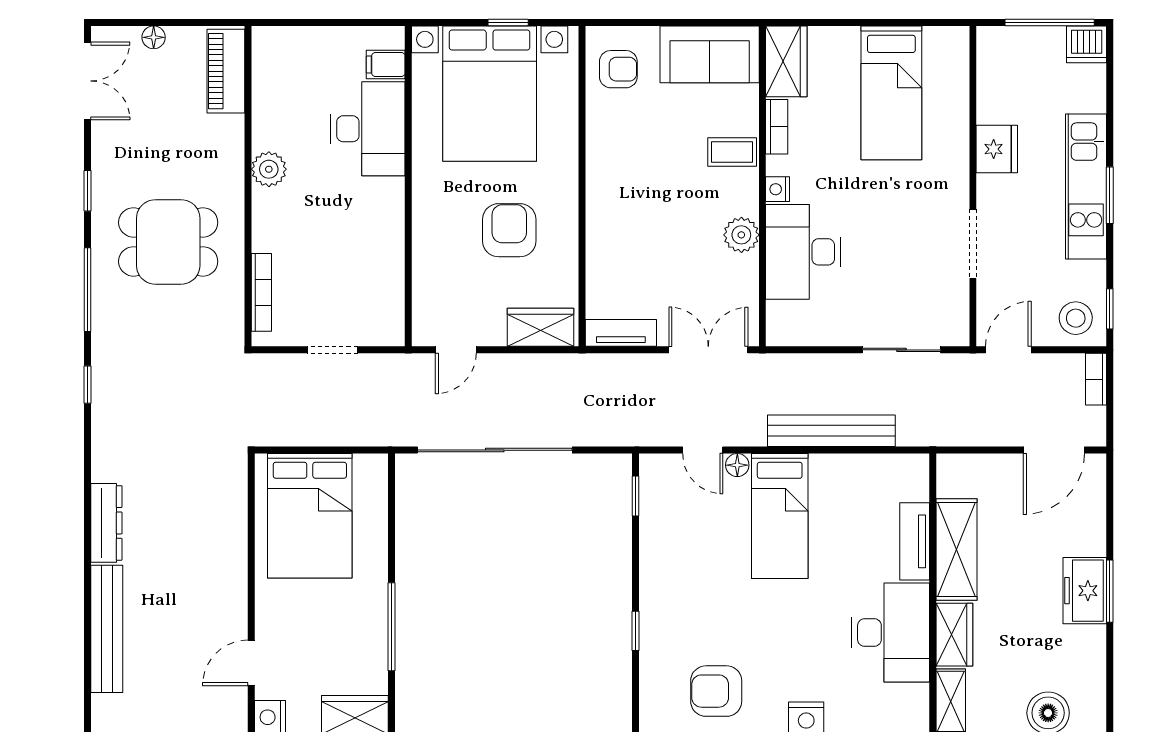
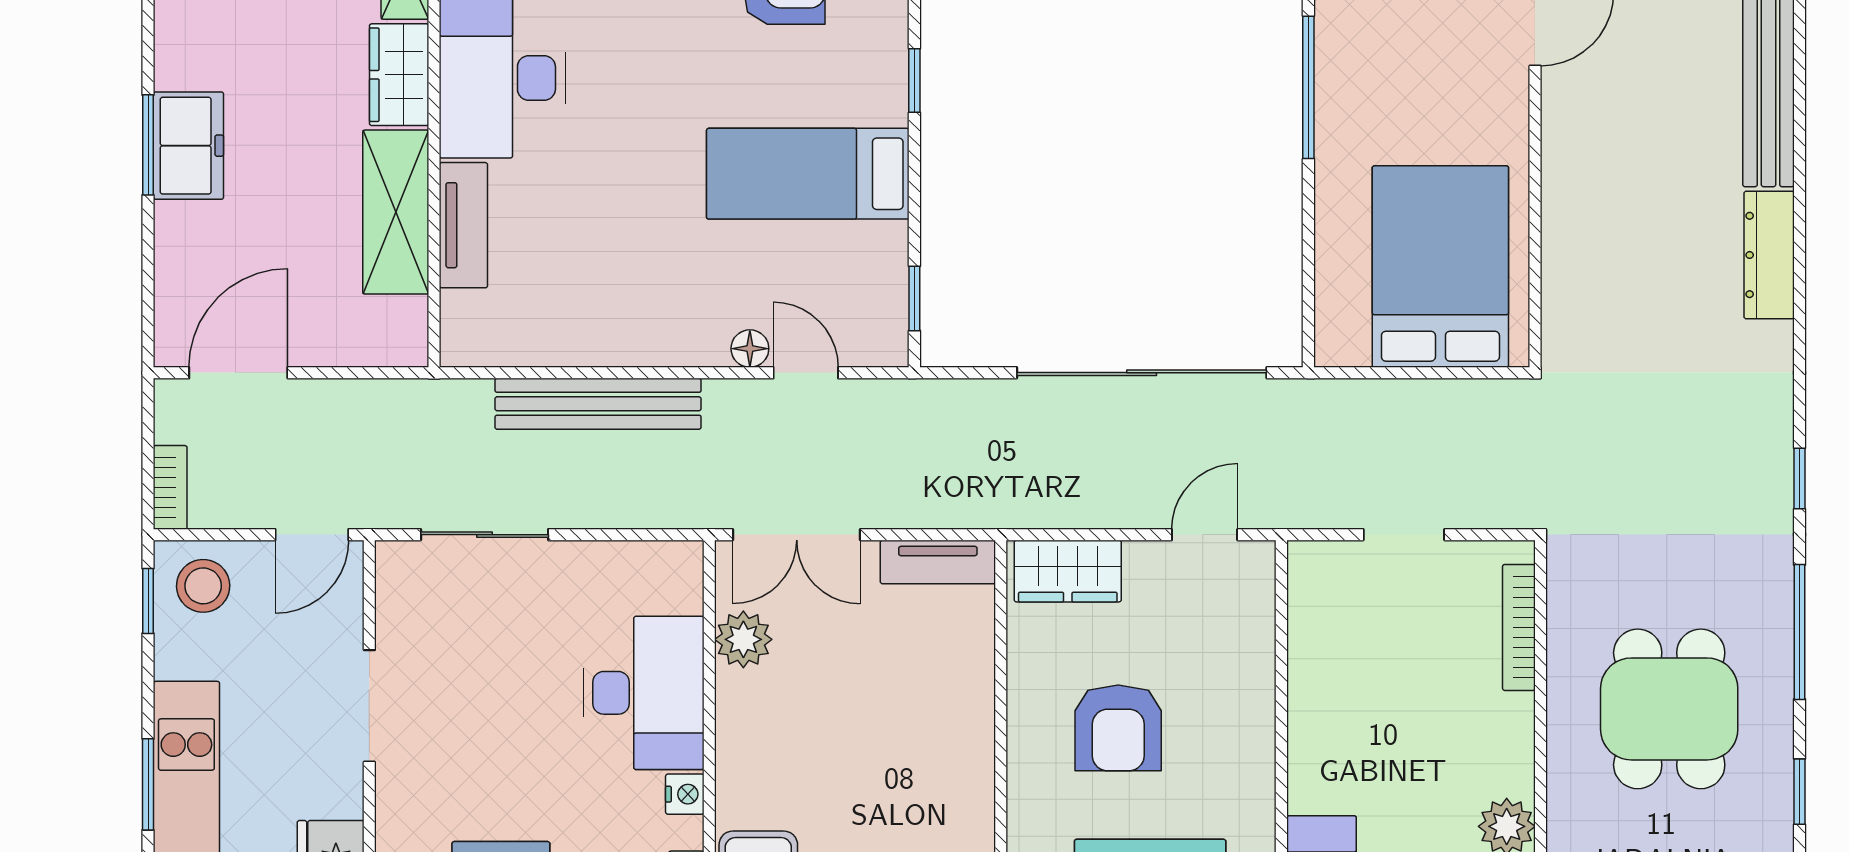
plant: (741, 235) -> (743, 639), moved
dining table: (168, 242) -> (1669, 709), turned 90
bed: (780, 516) -> (808, 174), moved, turned -90

